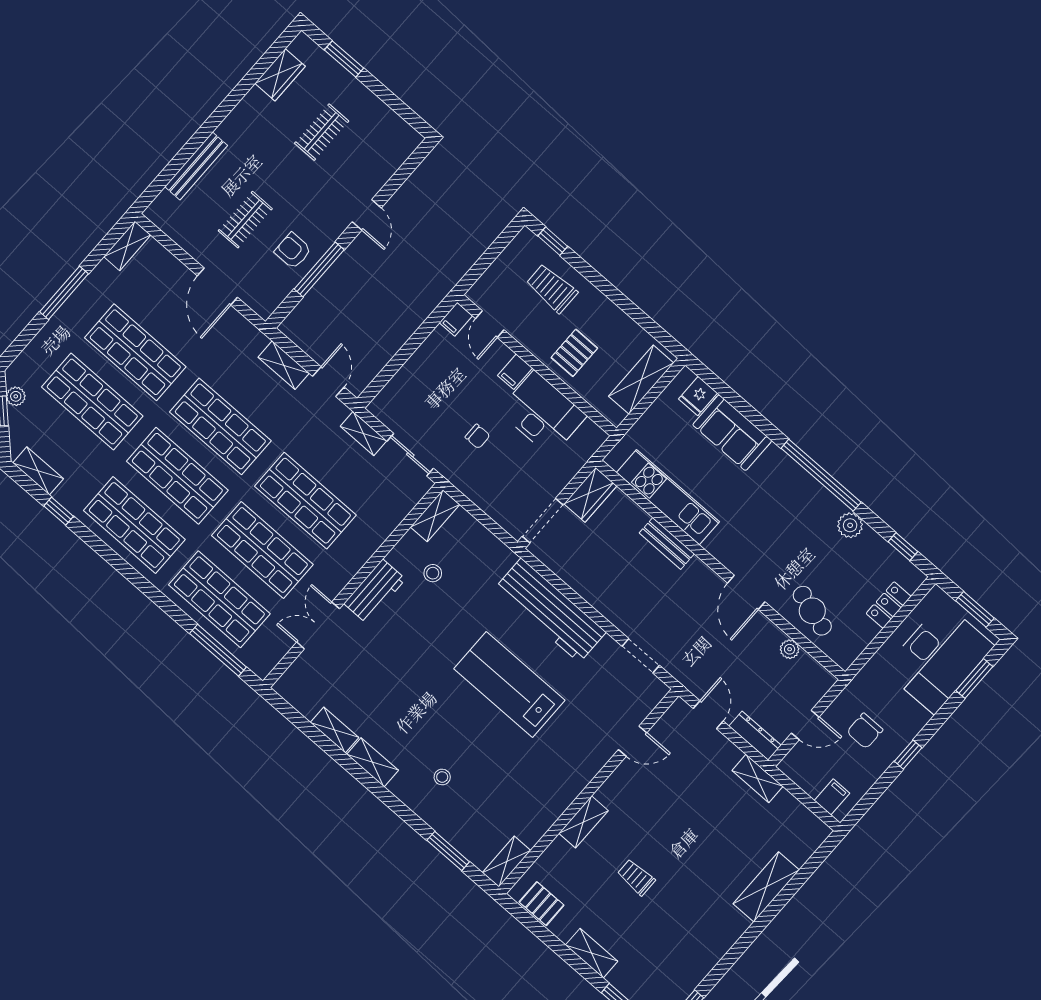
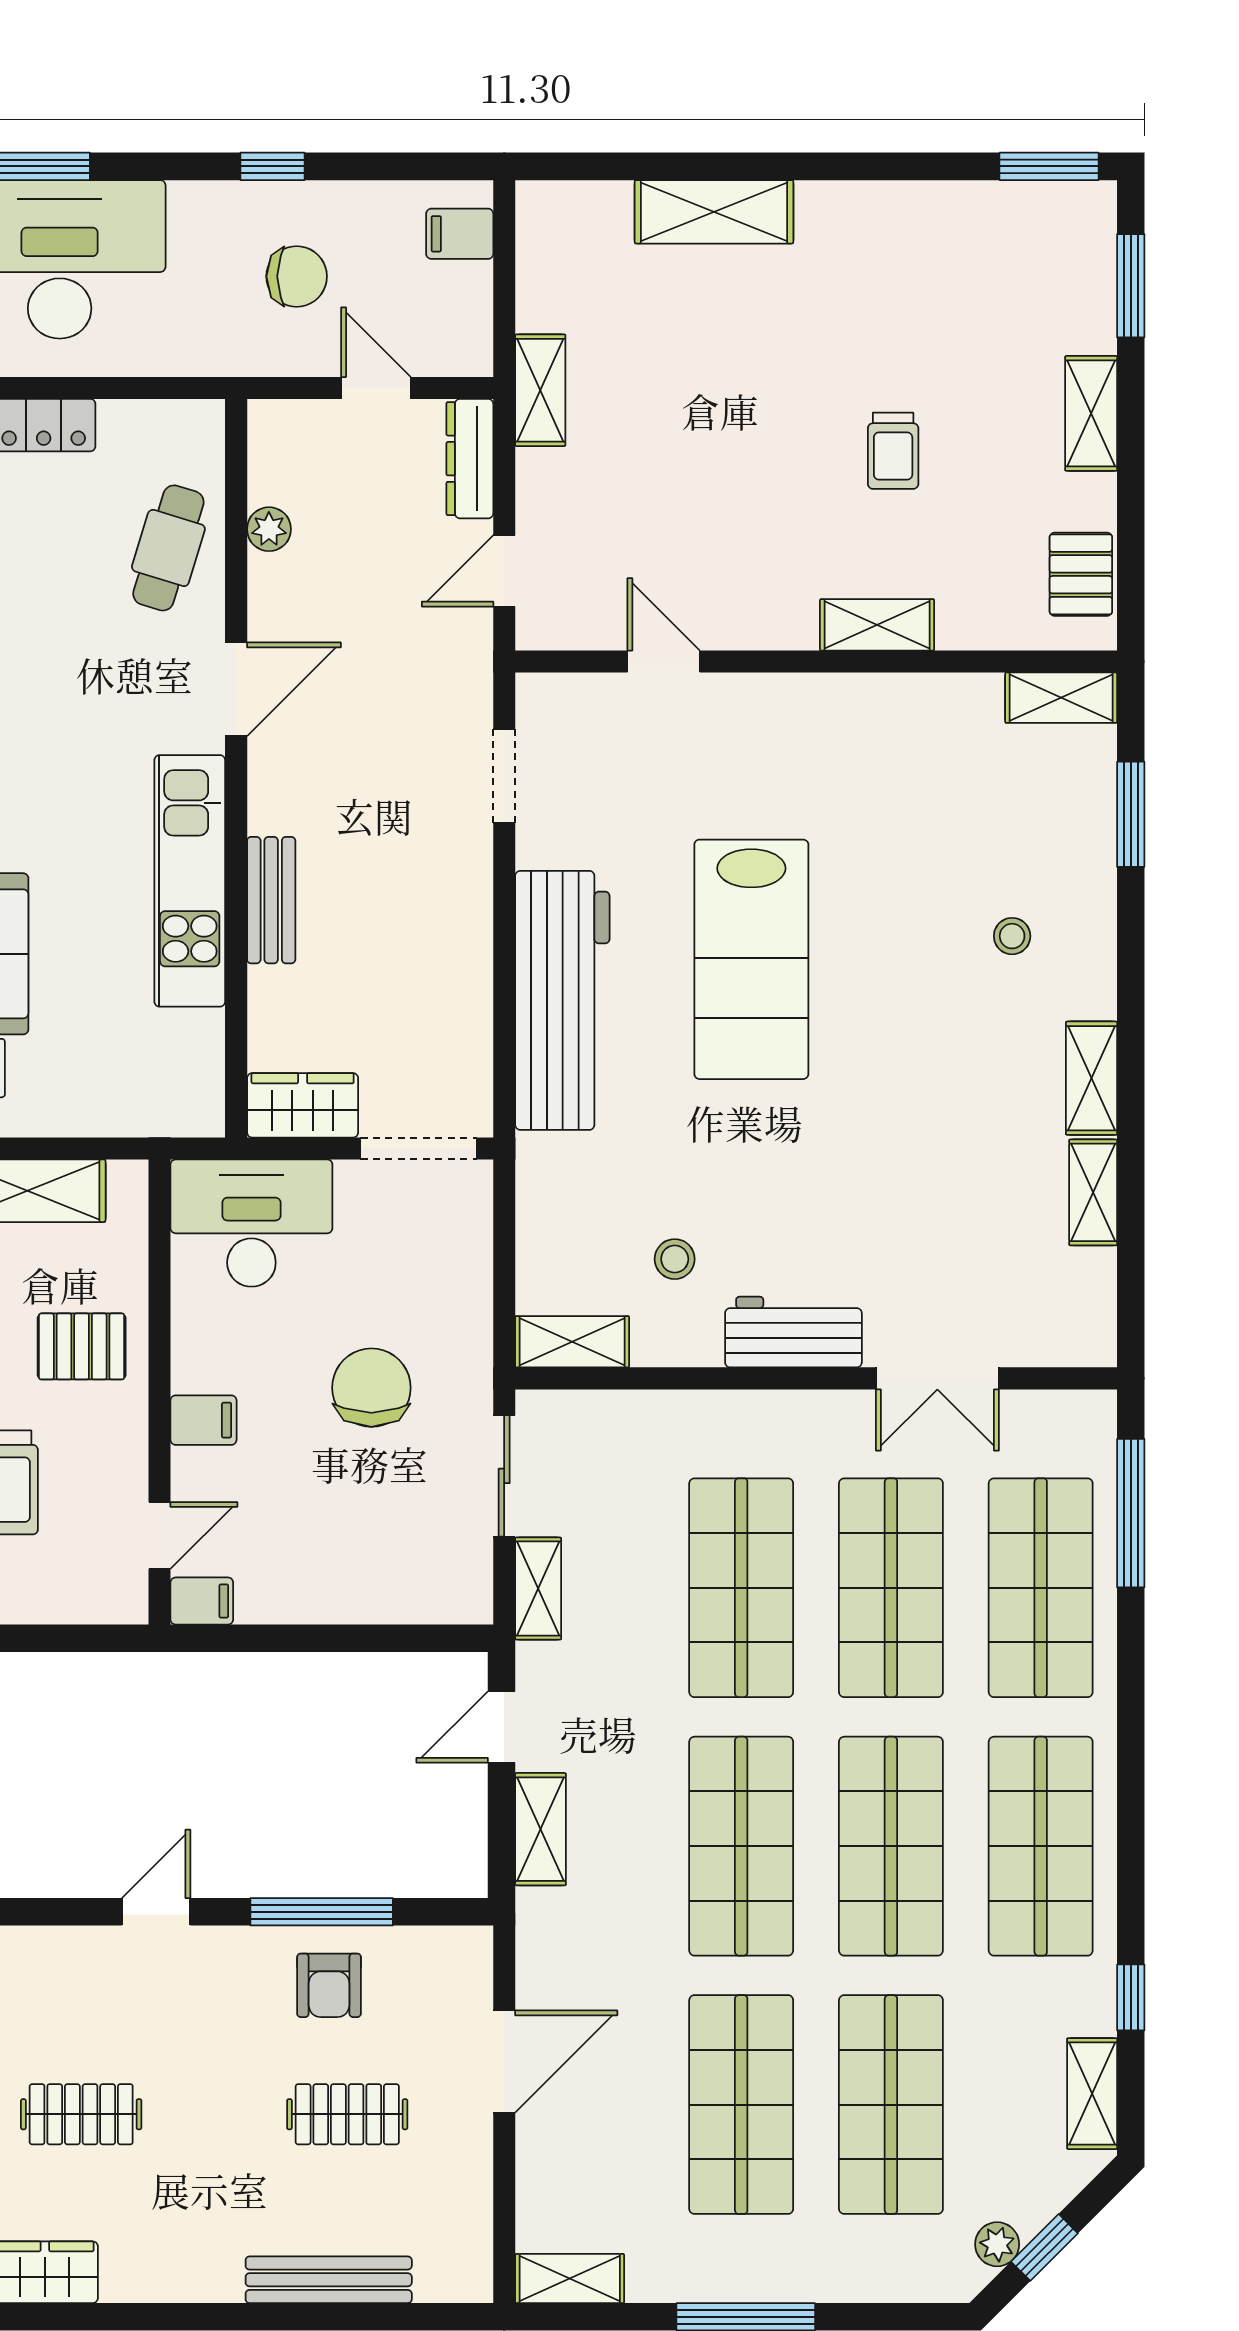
desk: (543, 413) -> (251, 1223), moved, turned 90
chair: (477, 436) -> (371, 1388), width x1.87, depth x1.87
kitchen unit: (668, 497) -> (190, 881), moved

